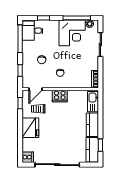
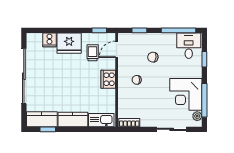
door: (35, 89) -> (117, 49), hinge flipped
cooker: (28, 157) -> (49, 40), moved

